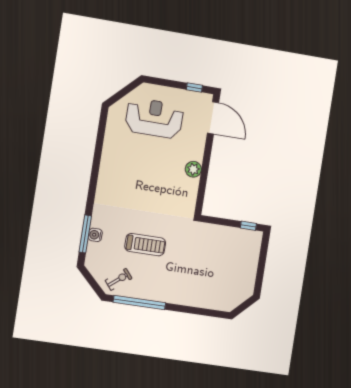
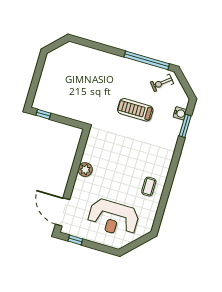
coffee table: (118, 159) -> (149, 187), added
window: (85, 234) -> (185, 126), width x0.69
water cooler: (95, 235) -> (180, 113), moved

